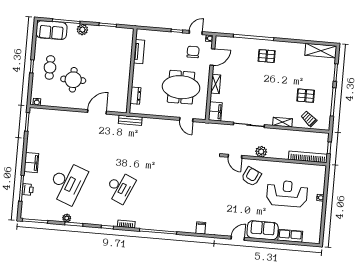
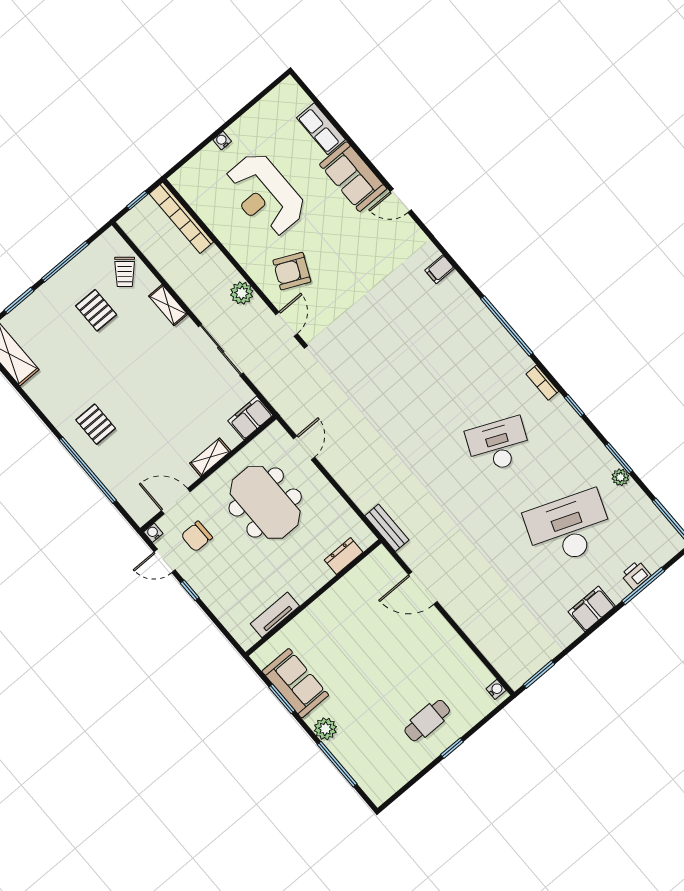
sofa: (51, 30) -> (295, 683), moved
round table: (73, 80) -> (411, 669), removed

